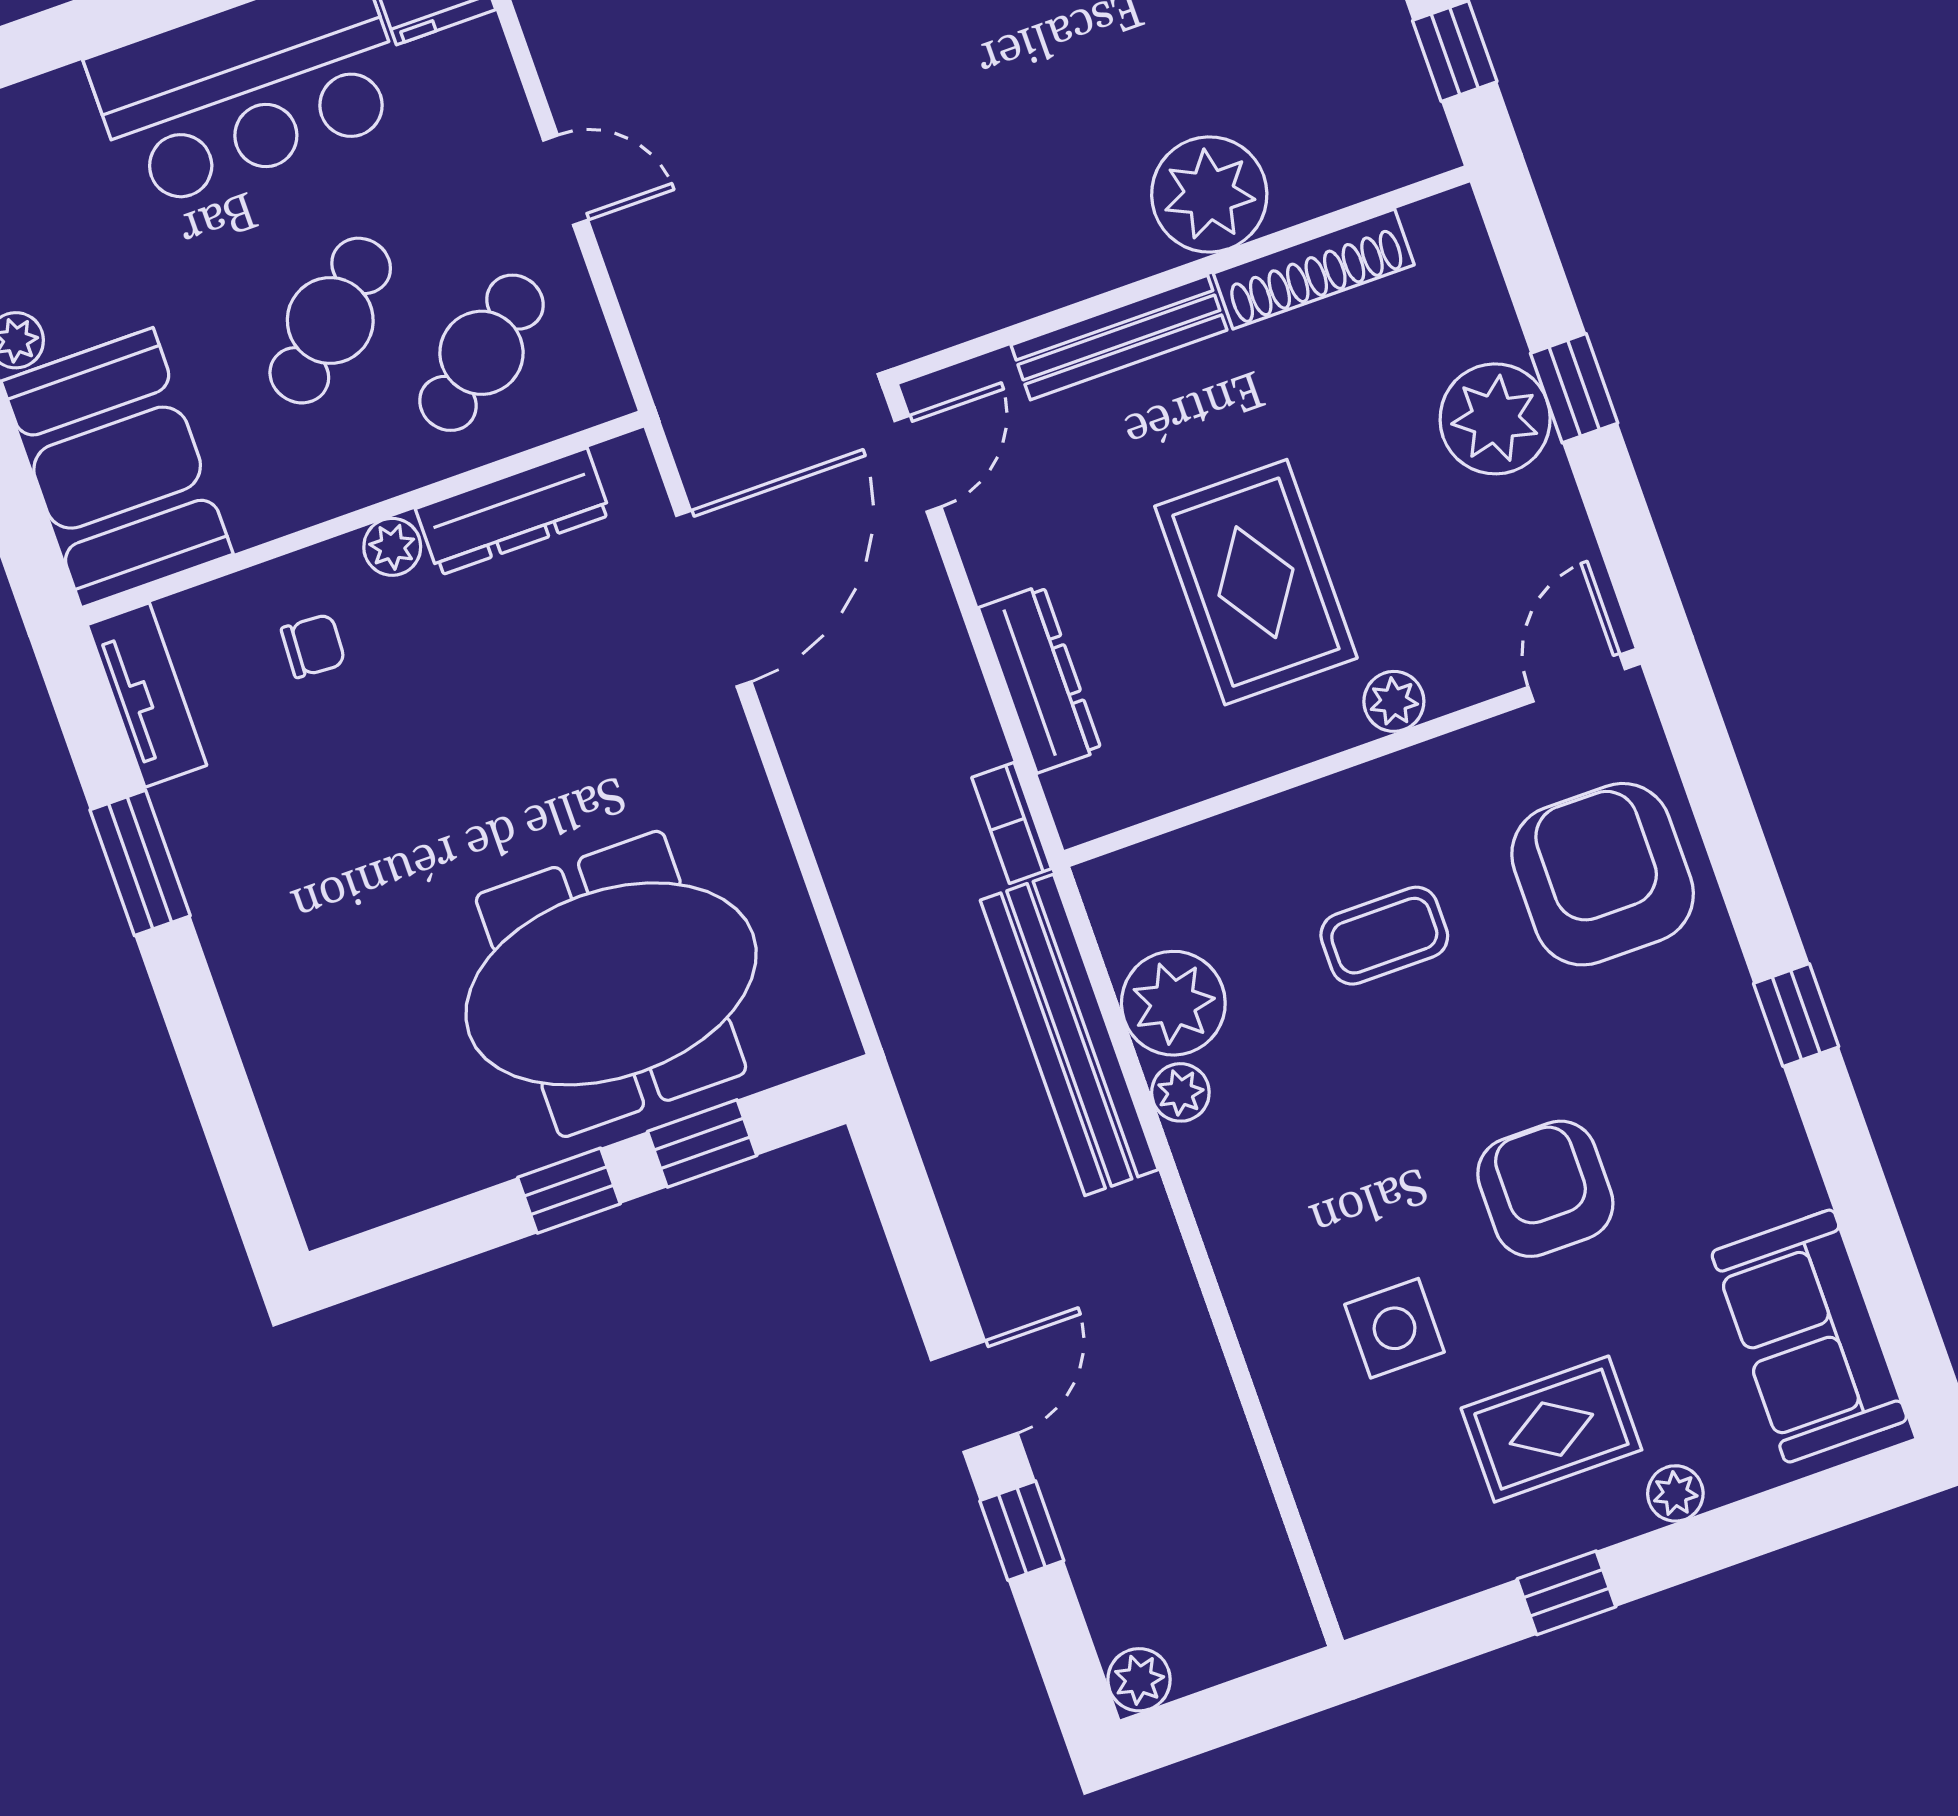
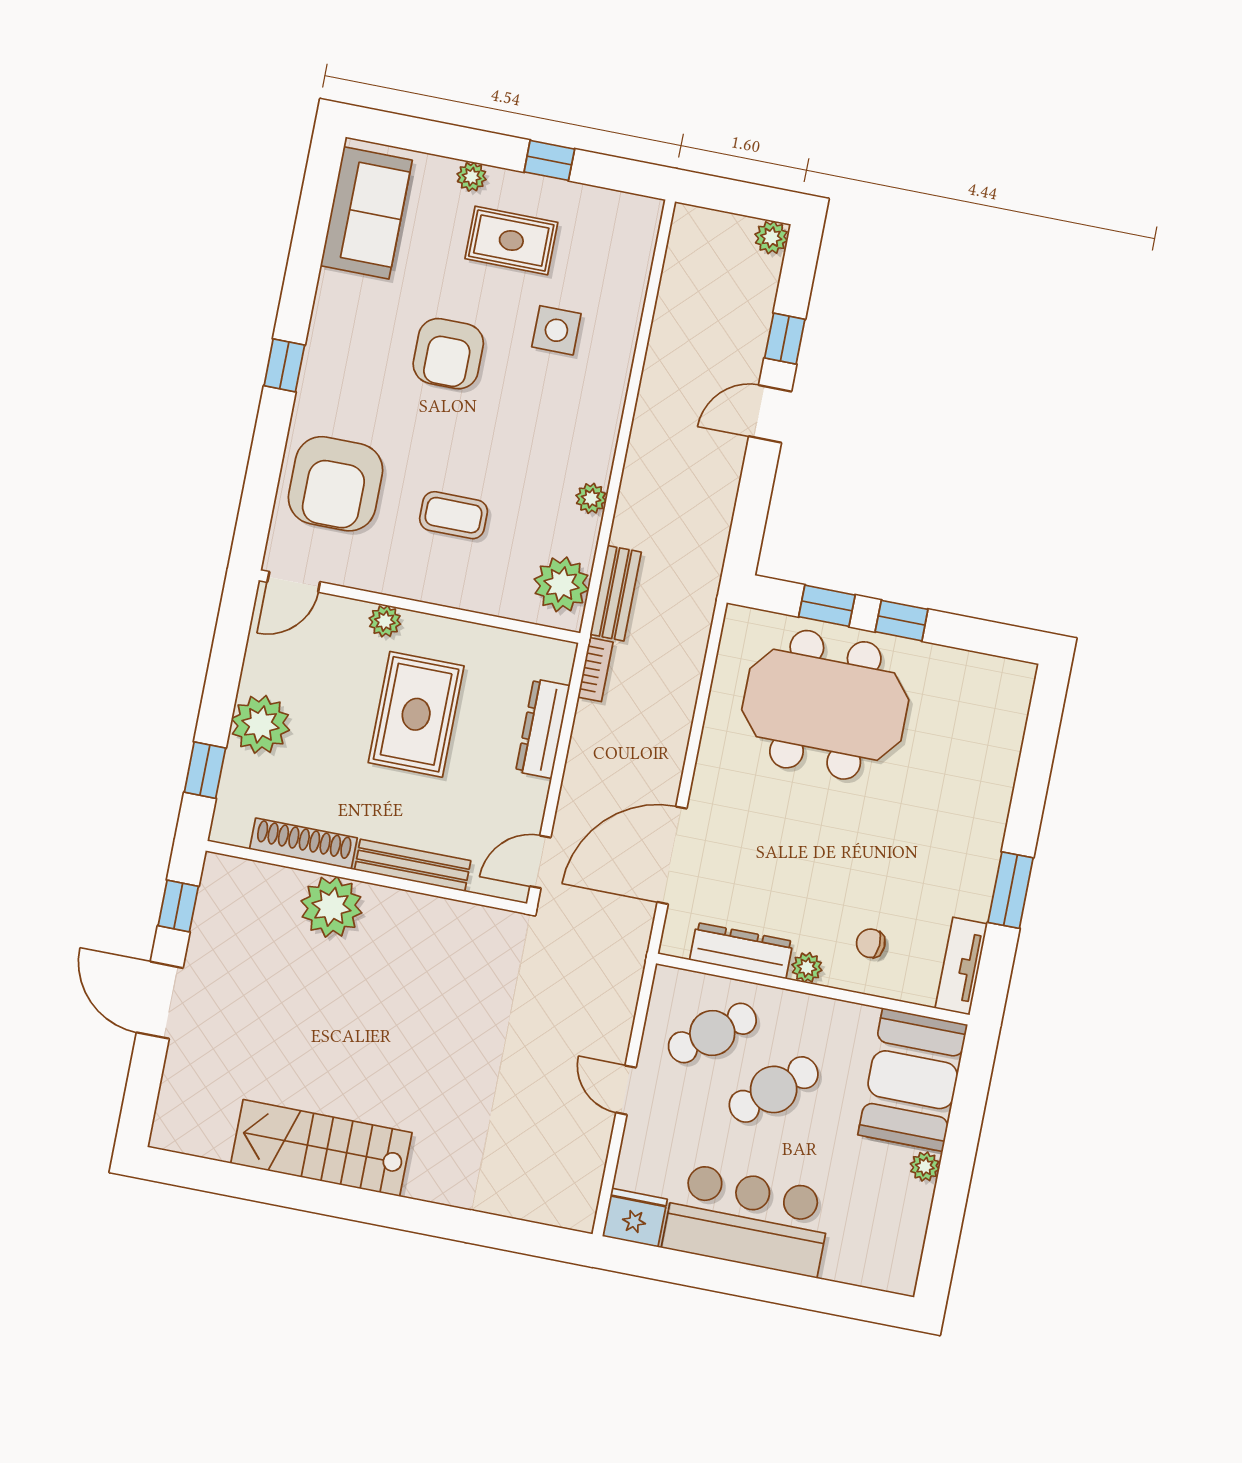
window: (1574, 388) -> (205, 770), moved
plant: (1173, 1003) -> (561, 584), moved
bench: (1069, 1035) -> (616, 593), width x0.54, depth x0.82

